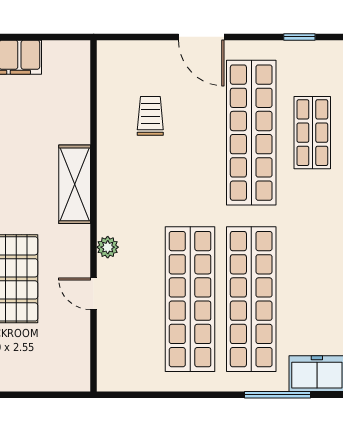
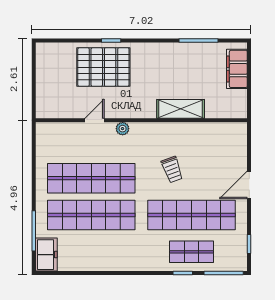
trolley: (150, 116) -> (172, 170), moved, turned 70
shelving: (75, 184) -> (181, 109), moved

